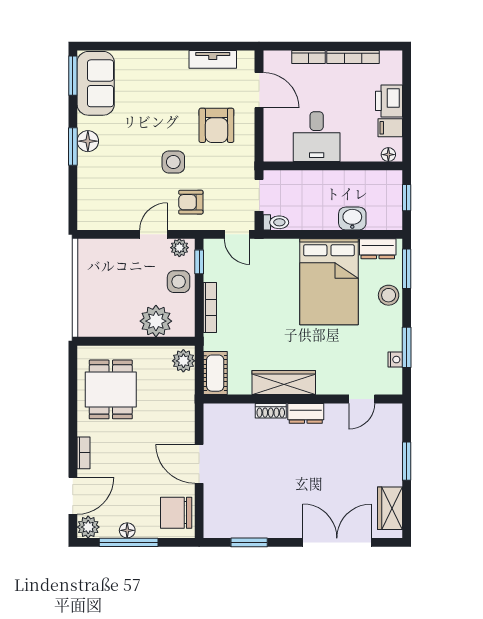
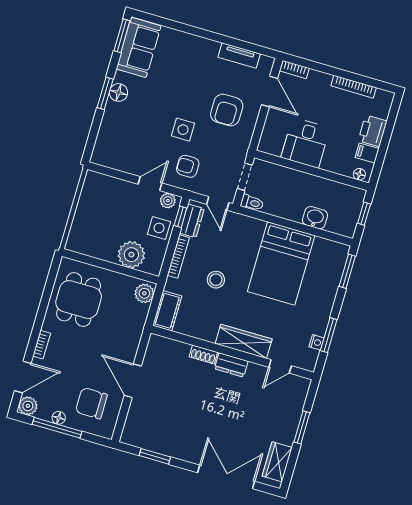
bookcase: (309, 57) -> (294, 69), moved
dresser: (378, 249) -> (192, 221), moved, turned -90
stool: (389, 295) -> (216, 280), moved
wardrobe: (284, 383) -> (244, 341), moved
chair: (176, 513) -> (91, 403), moved

